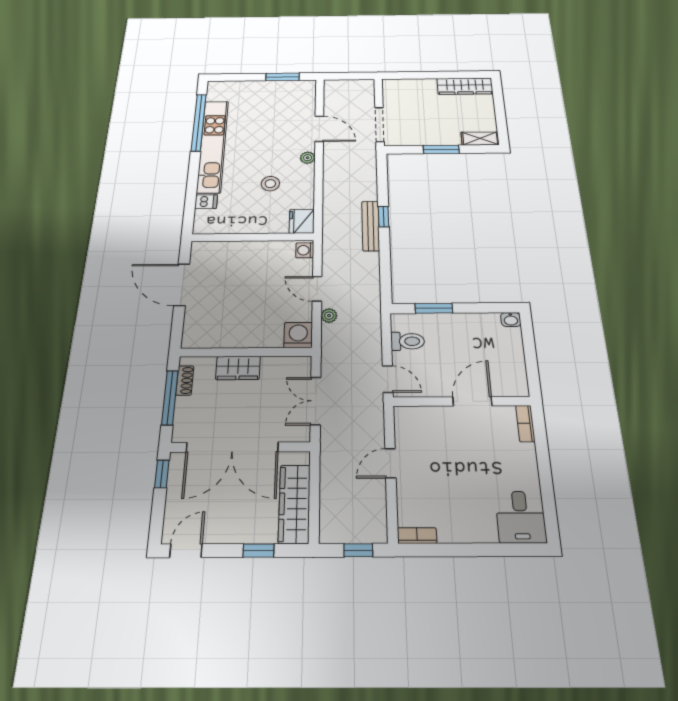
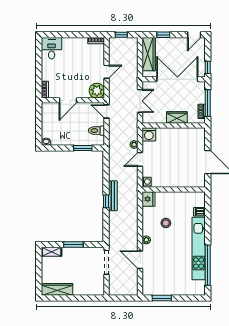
door: (317, 289) -> (140, 159), swing flipped
plant: (410, 422) -> (97, 91), added

